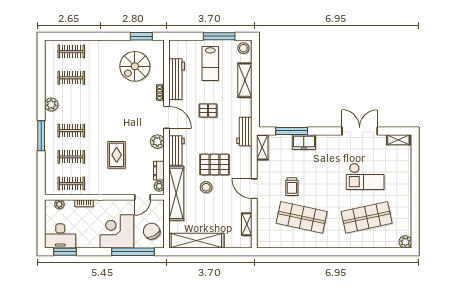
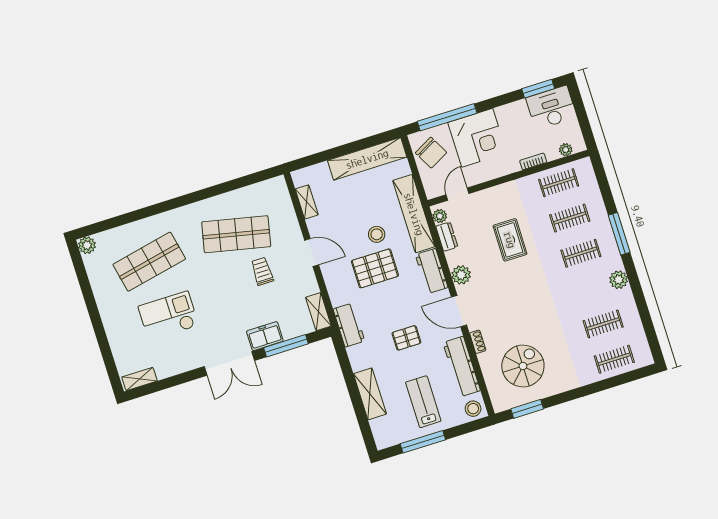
stool: (243, 48) -> (473, 409), moved
double door: (360, 131) -> (229, 364), moved

